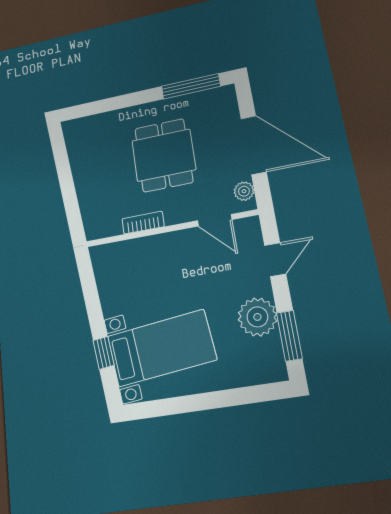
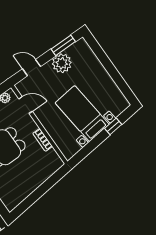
door: (215, 220) -> (26, 105), hinge flipped
bed with nightstands: (161, 348) -> (82, 114), moved

